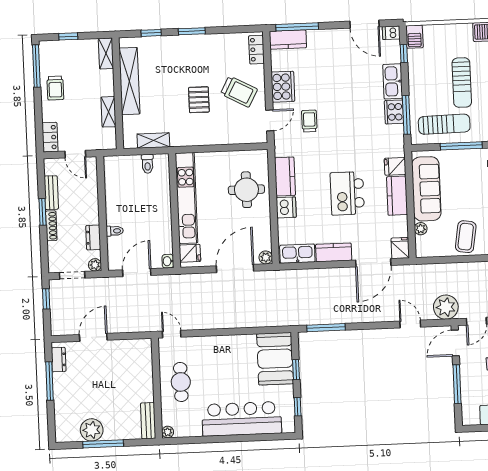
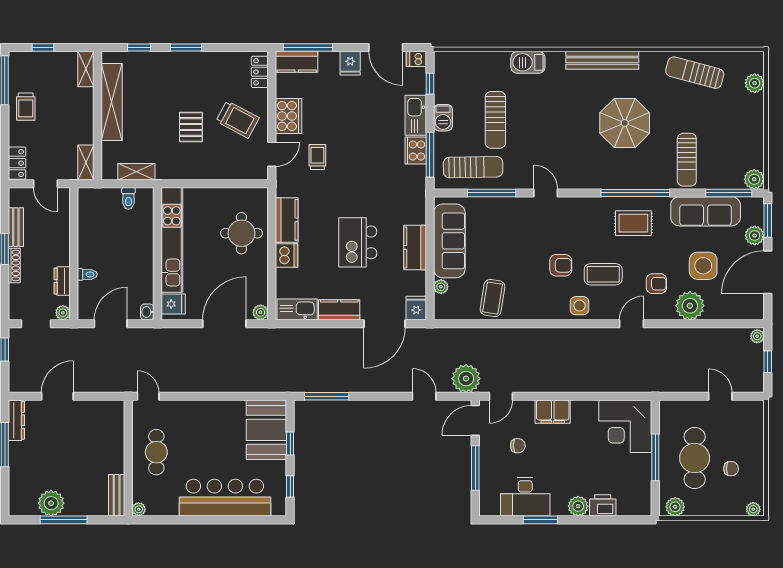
barbecue: (414, 37) -> (443, 118), moved
shelving: (108, 112) -> (86, 163), moved
fridge: (395, 166) -> (350, 63), moved, turned -90
dresser: (59, 360) -> (16, 420), width x1.44

